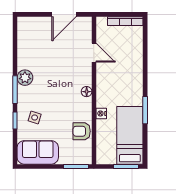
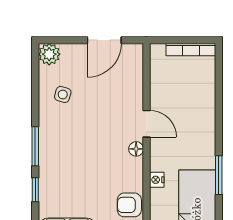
door: (94, 53) -> (147, 124), moved
plant: (25, 78) -> (49, 54), moved
side table: (35, 118) -> (63, 94), moved

